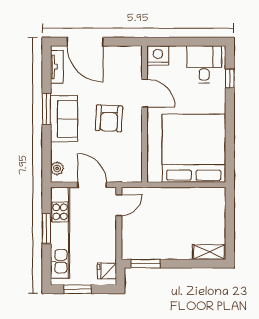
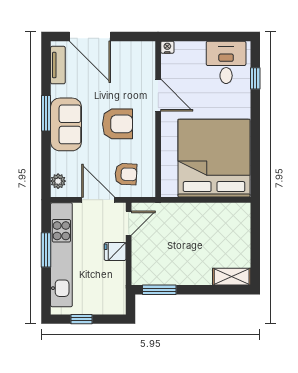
nightstand: (158, 55) -> (167, 47), width x0.53, depth x0.56
armchair: (109, 118) -> (117, 124), turned -93
armchair: (116, 162) -> (126, 174), added
fridge: (107, 271) -> (115, 252), moved
window: (78, 289) -> (81, 319), width x0.67

